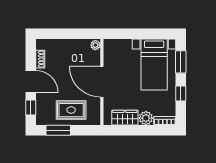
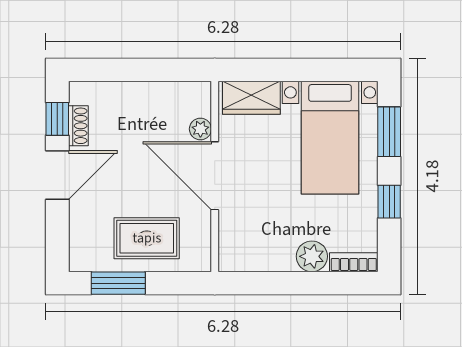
plant: (95, 45) -> (200, 129), moved
door: (31, 81) -> (57, 175), hinge flipped
window: (31, 107) -> (57, 119), moved
wardrobe: (125, 118) -> (251, 98), moved, turned 180

